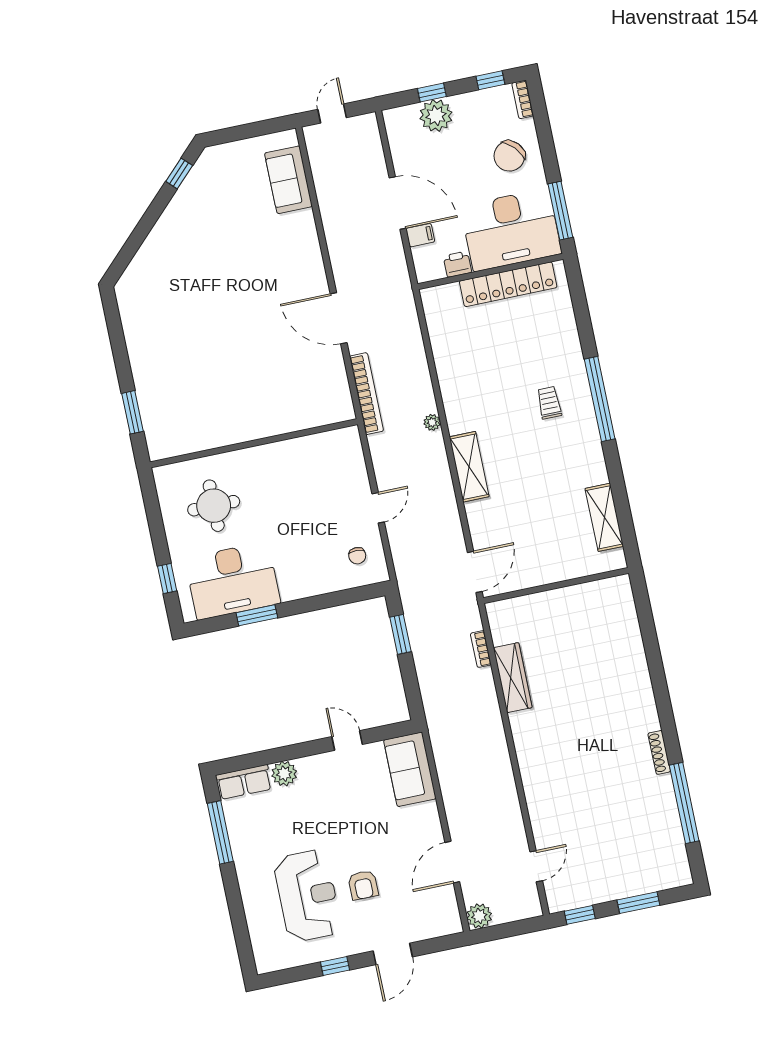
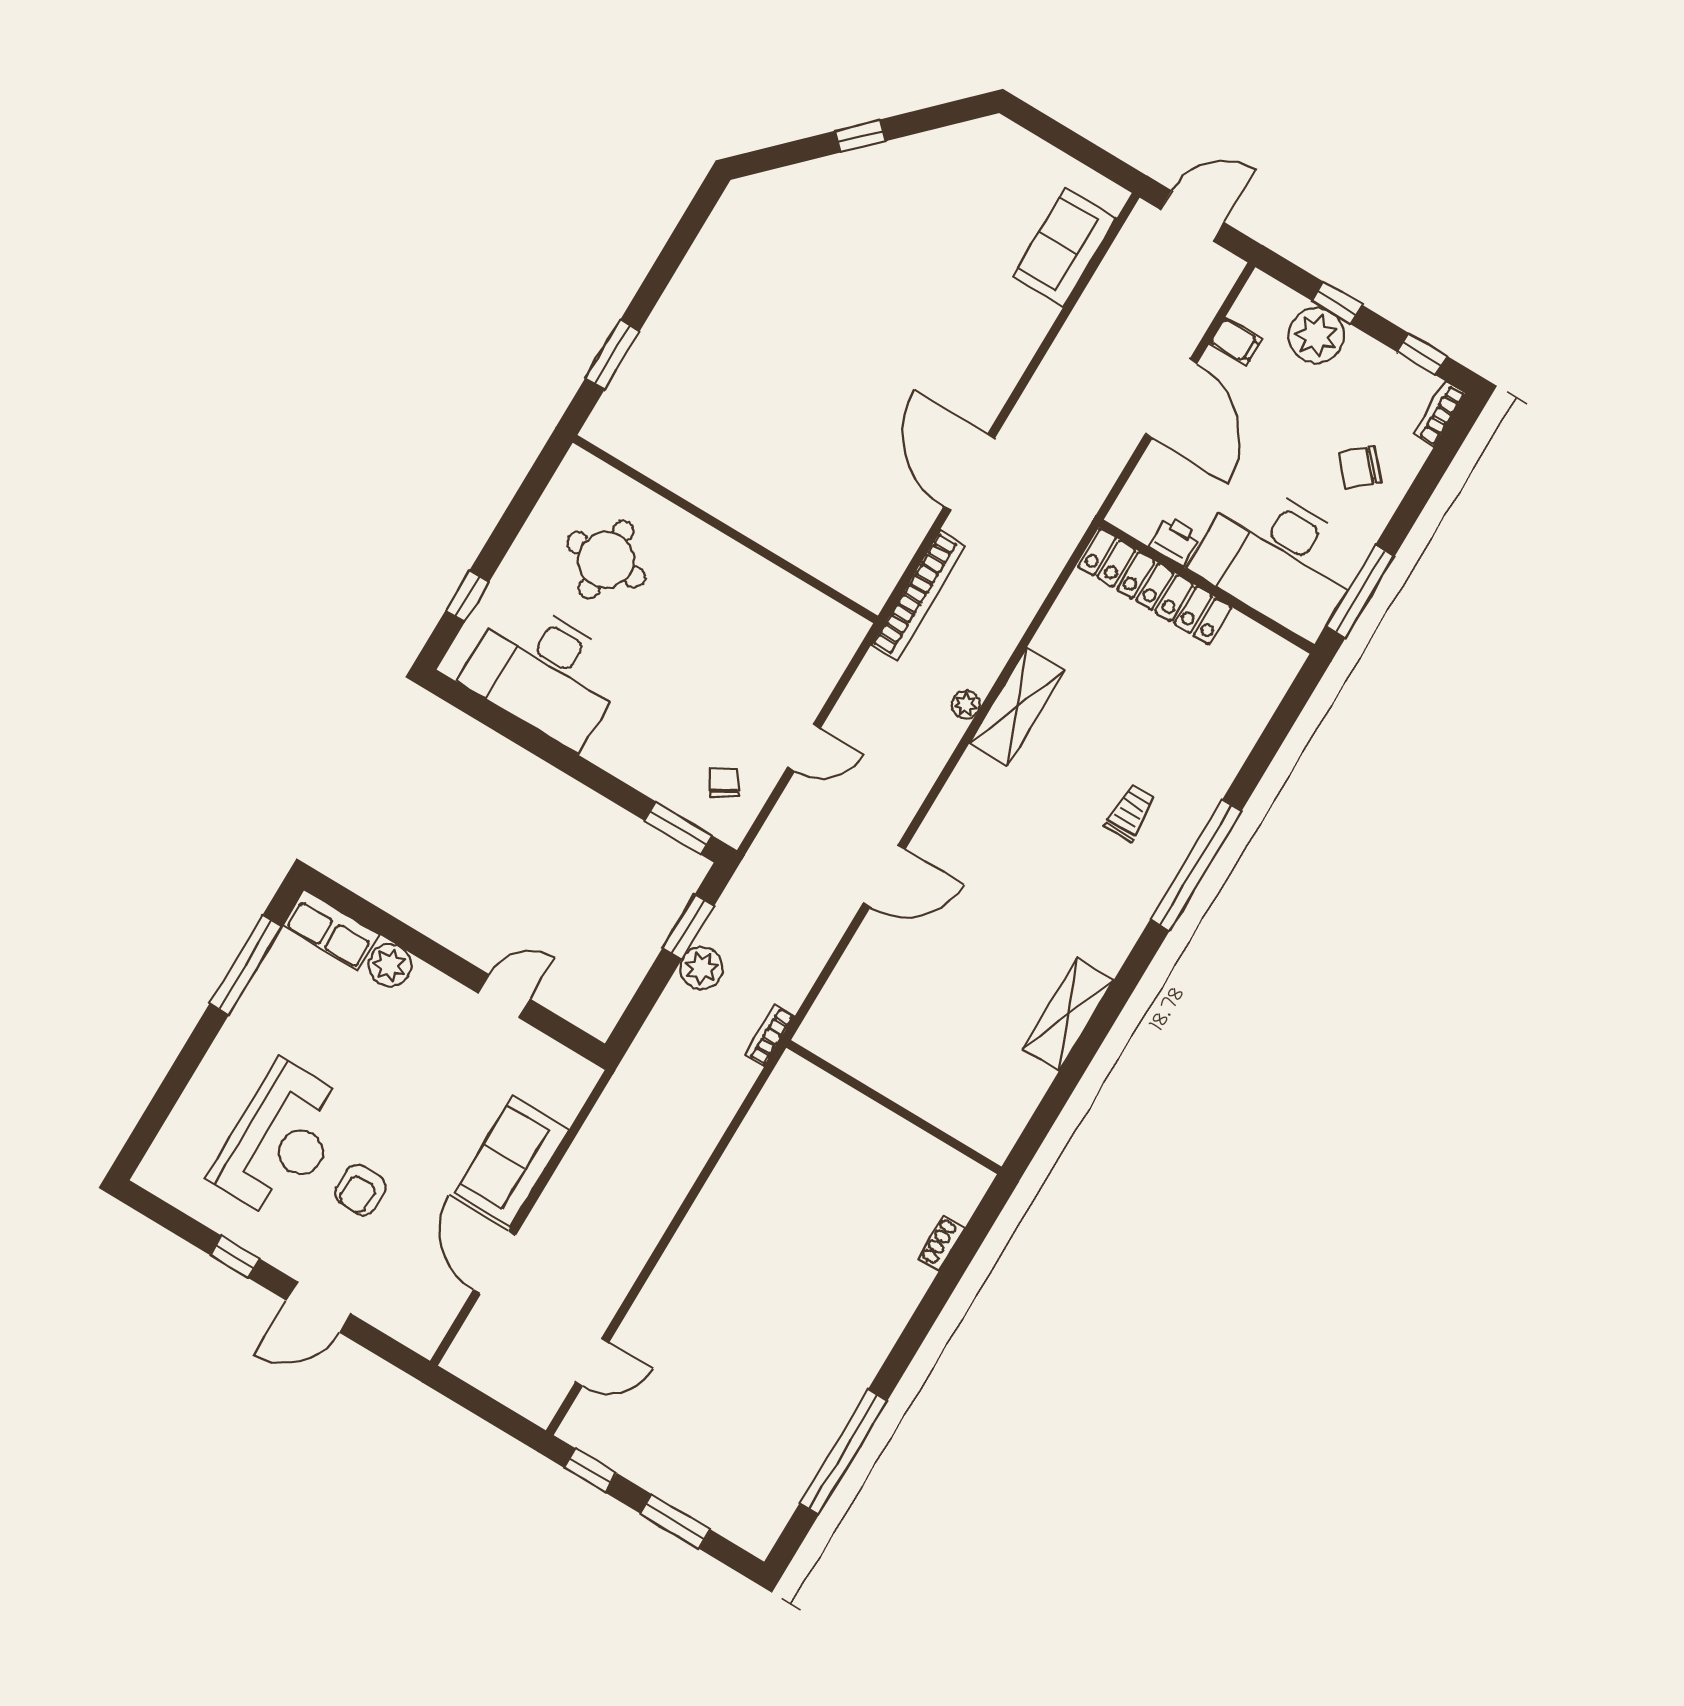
door: (332, 113) -> (1192, 216), width x1.38
chair: (509, 156) -> (1360, 467), width x0.73, depth x0.73
window: (179, 173) -> (861, 136), moved
filing cabinet: (420, 235) -> (1236, 341), moved
locker: (508, 284) -> (1155, 587), moved
shelving: (469, 467) -> (1017, 707), moved
chair: (357, 556) -> (724, 783), turned 148
door: (475, 572) -> (884, 876), moved
wall: (556, 586) -> (894, 1107), moved
window: (257, 615) -> (678, 828), moved
wardrobe: (513, 678) -> (776, 1106), removed
door: (347, 740) -> (504, 996), hinge flipped
shoe rack: (659, 752) -> (942, 1243), moved, width x0.70
sofa: (410, 769) -> (512, 1161), moved
door: (452, 862) -> (495, 1262), hinge flipped
plant: (479, 916) -> (701, 968), moved

